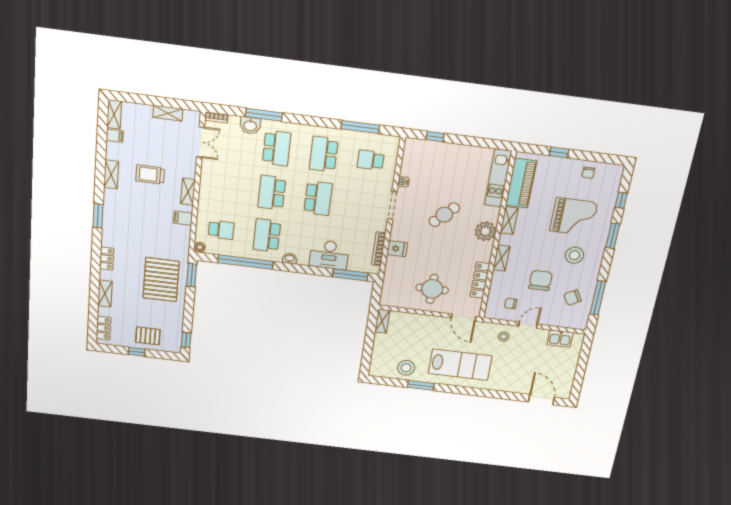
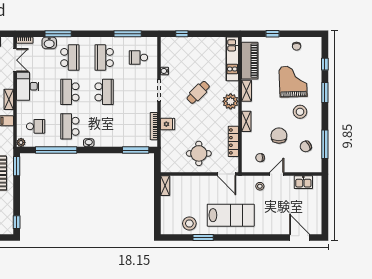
grand piano: (574, 217) -> (293, 81), turned -92
desk: (329, 255) -> (28, 86), moved, turned 90

